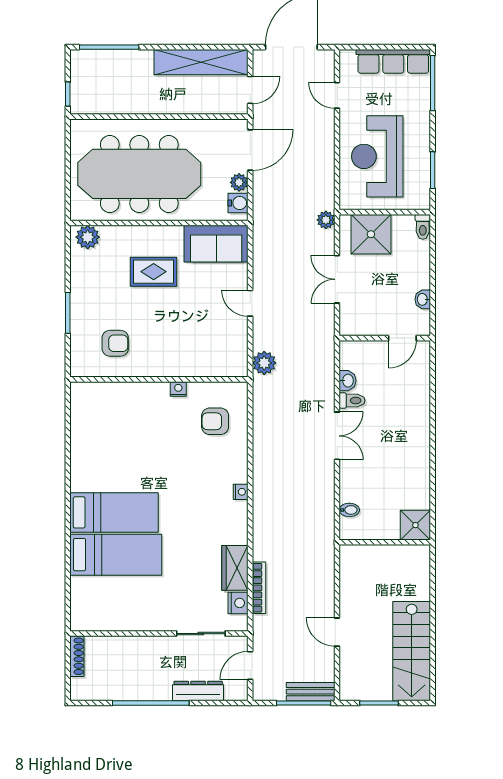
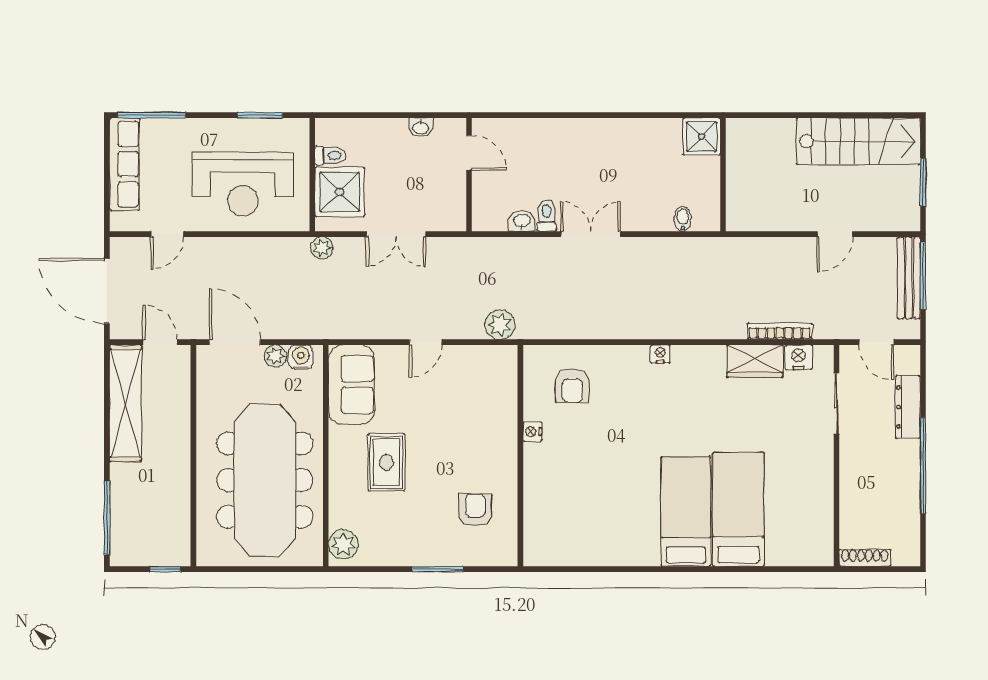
toilet: (423, 227) -> (330, 156), moved
bench: (311, 692) -> (909, 278), width x1.36

